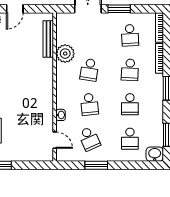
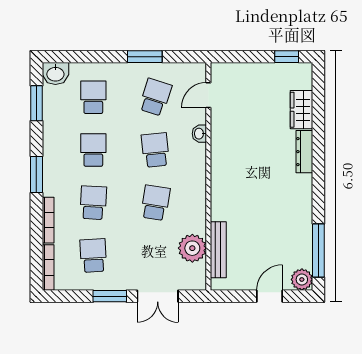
plant: (65, 54) -> (192, 248), moved
school desk: (89, 139) -> (155, 97), turned 42
door: (55, 140) -> (208, 95), hinge flipped

